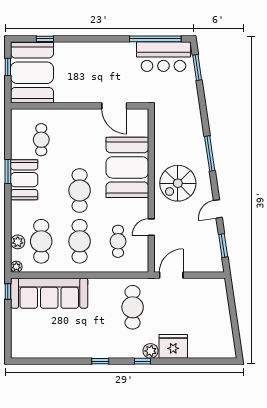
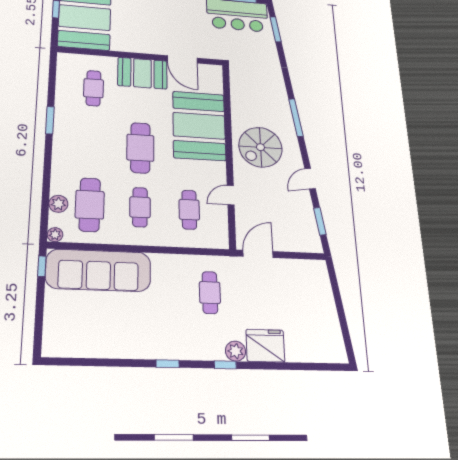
booth: (24, 180) -> (142, 73), moved, turned 90
cafe table: (80, 241) -> (140, 207), width x0.73, depth x0.74
cafe table: (133, 307) -> (210, 293), width x0.73, depth x0.74

